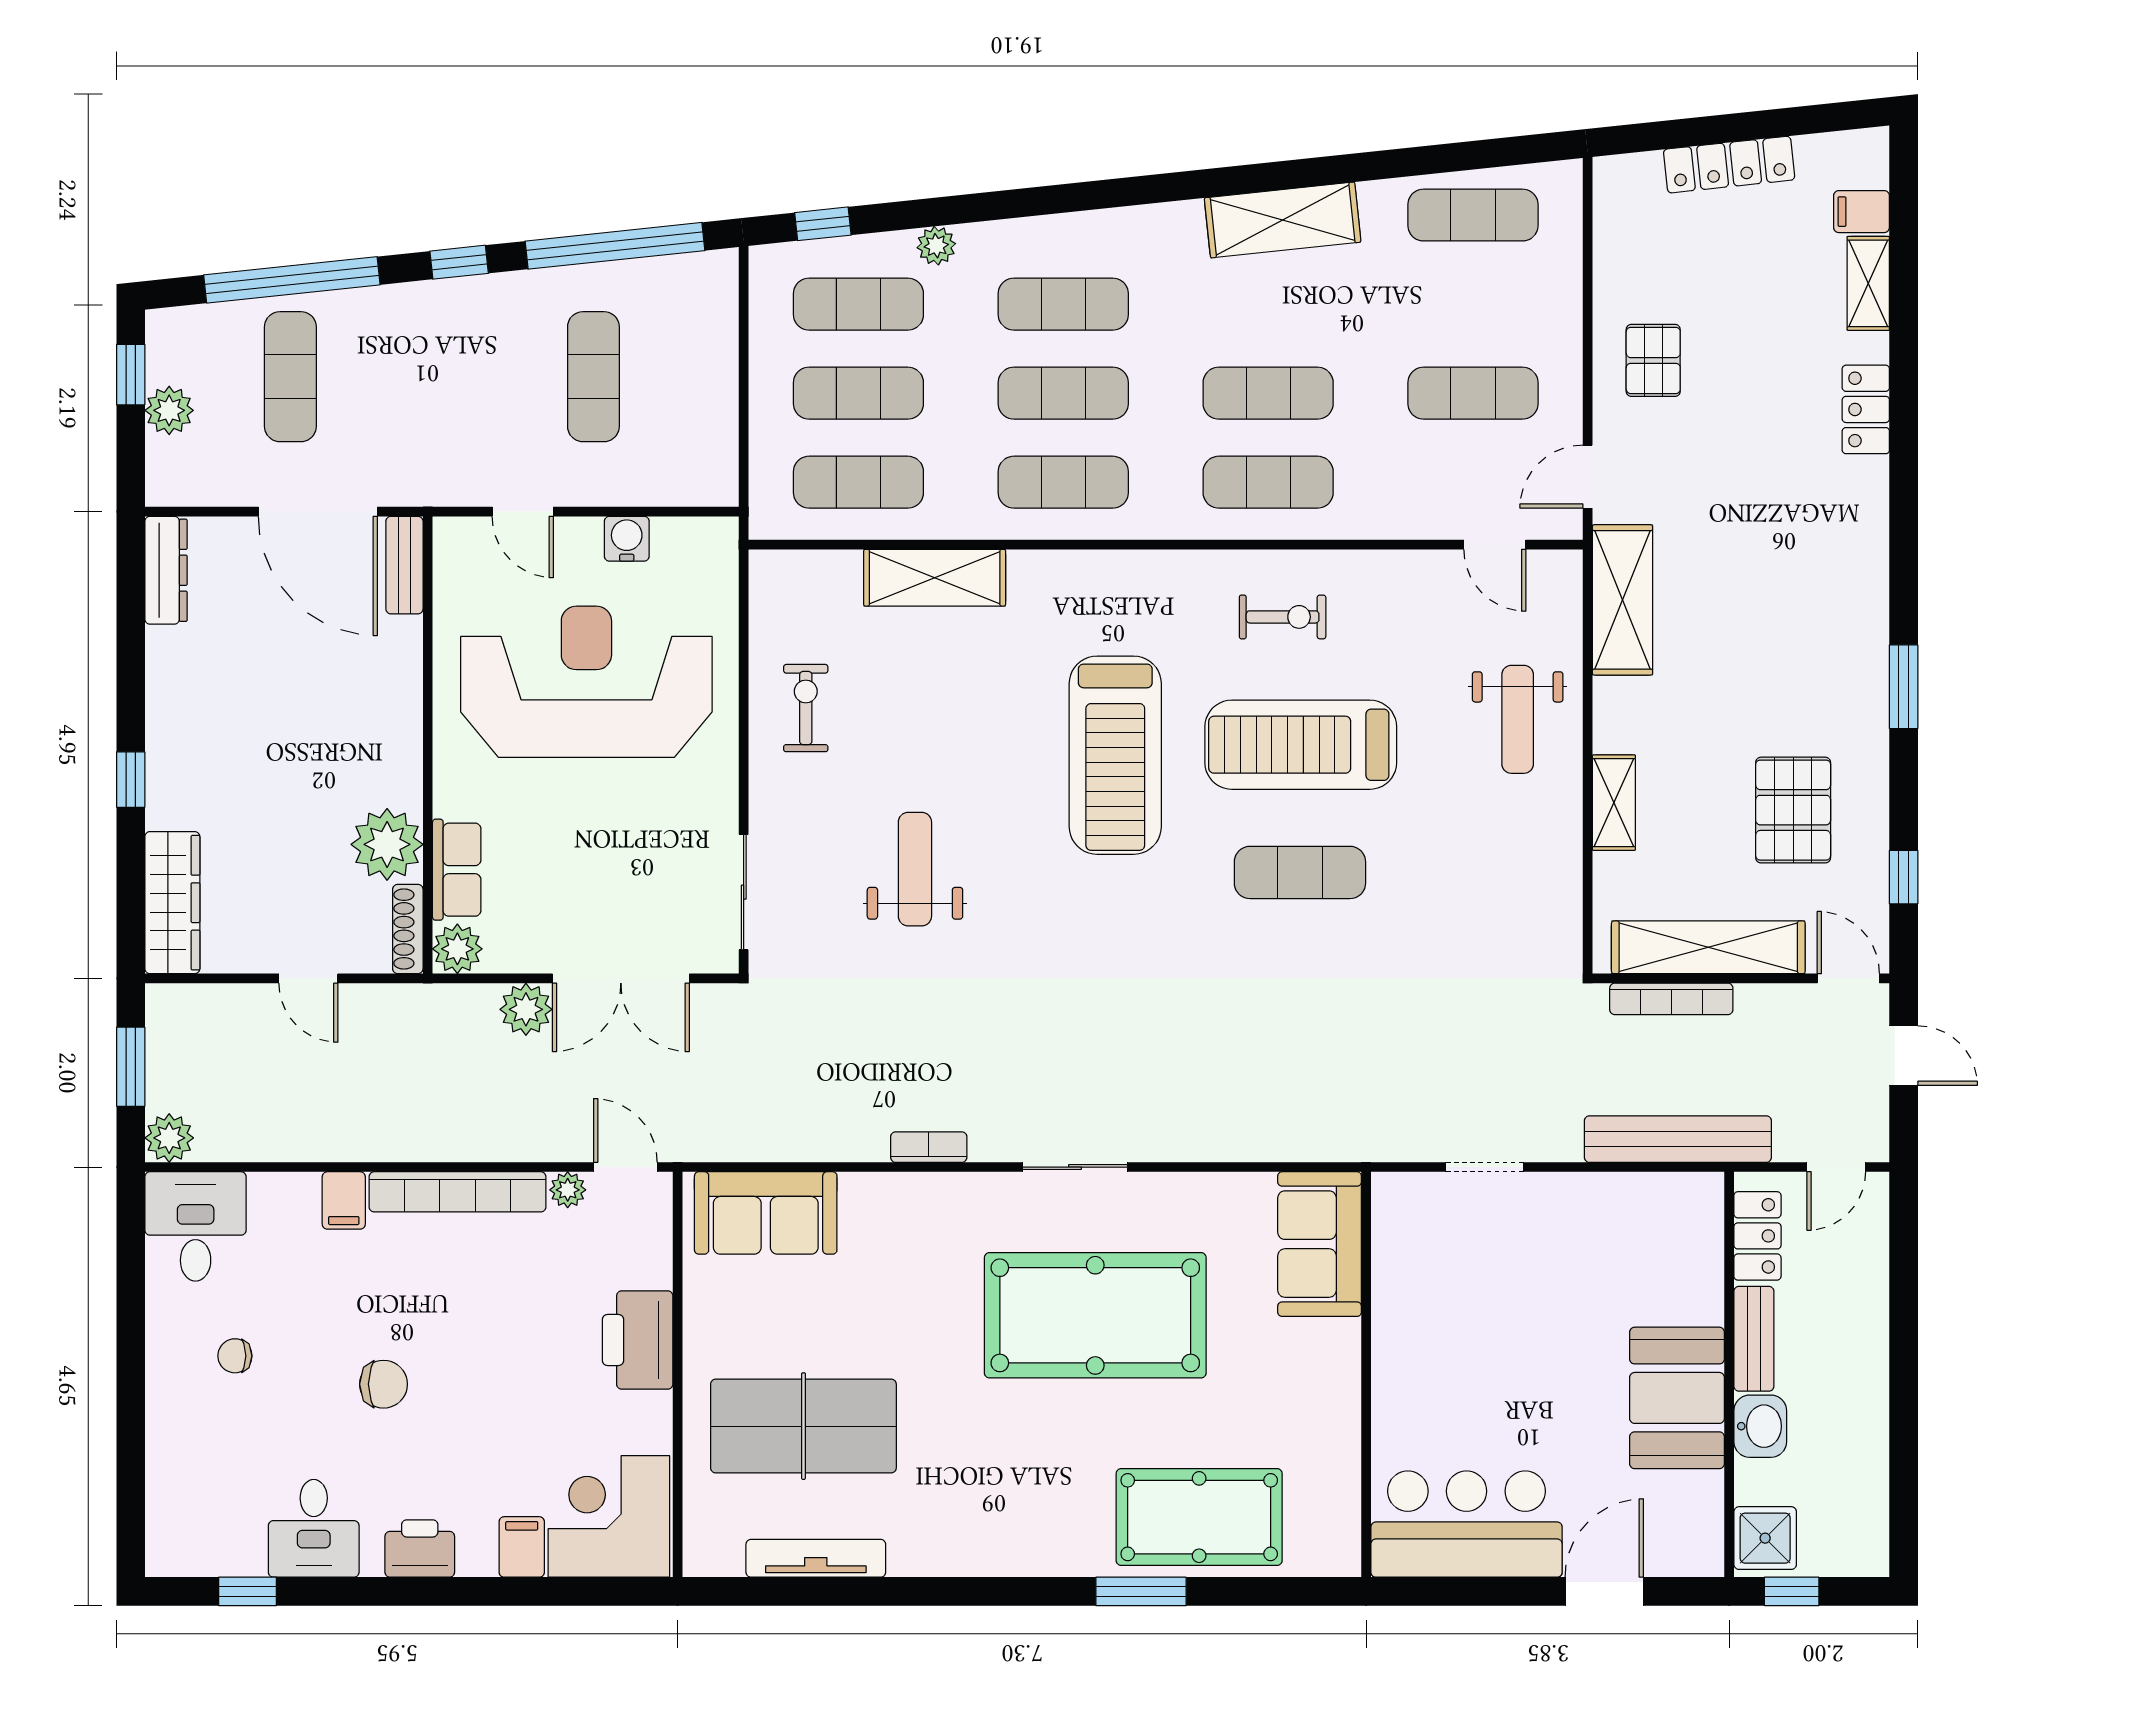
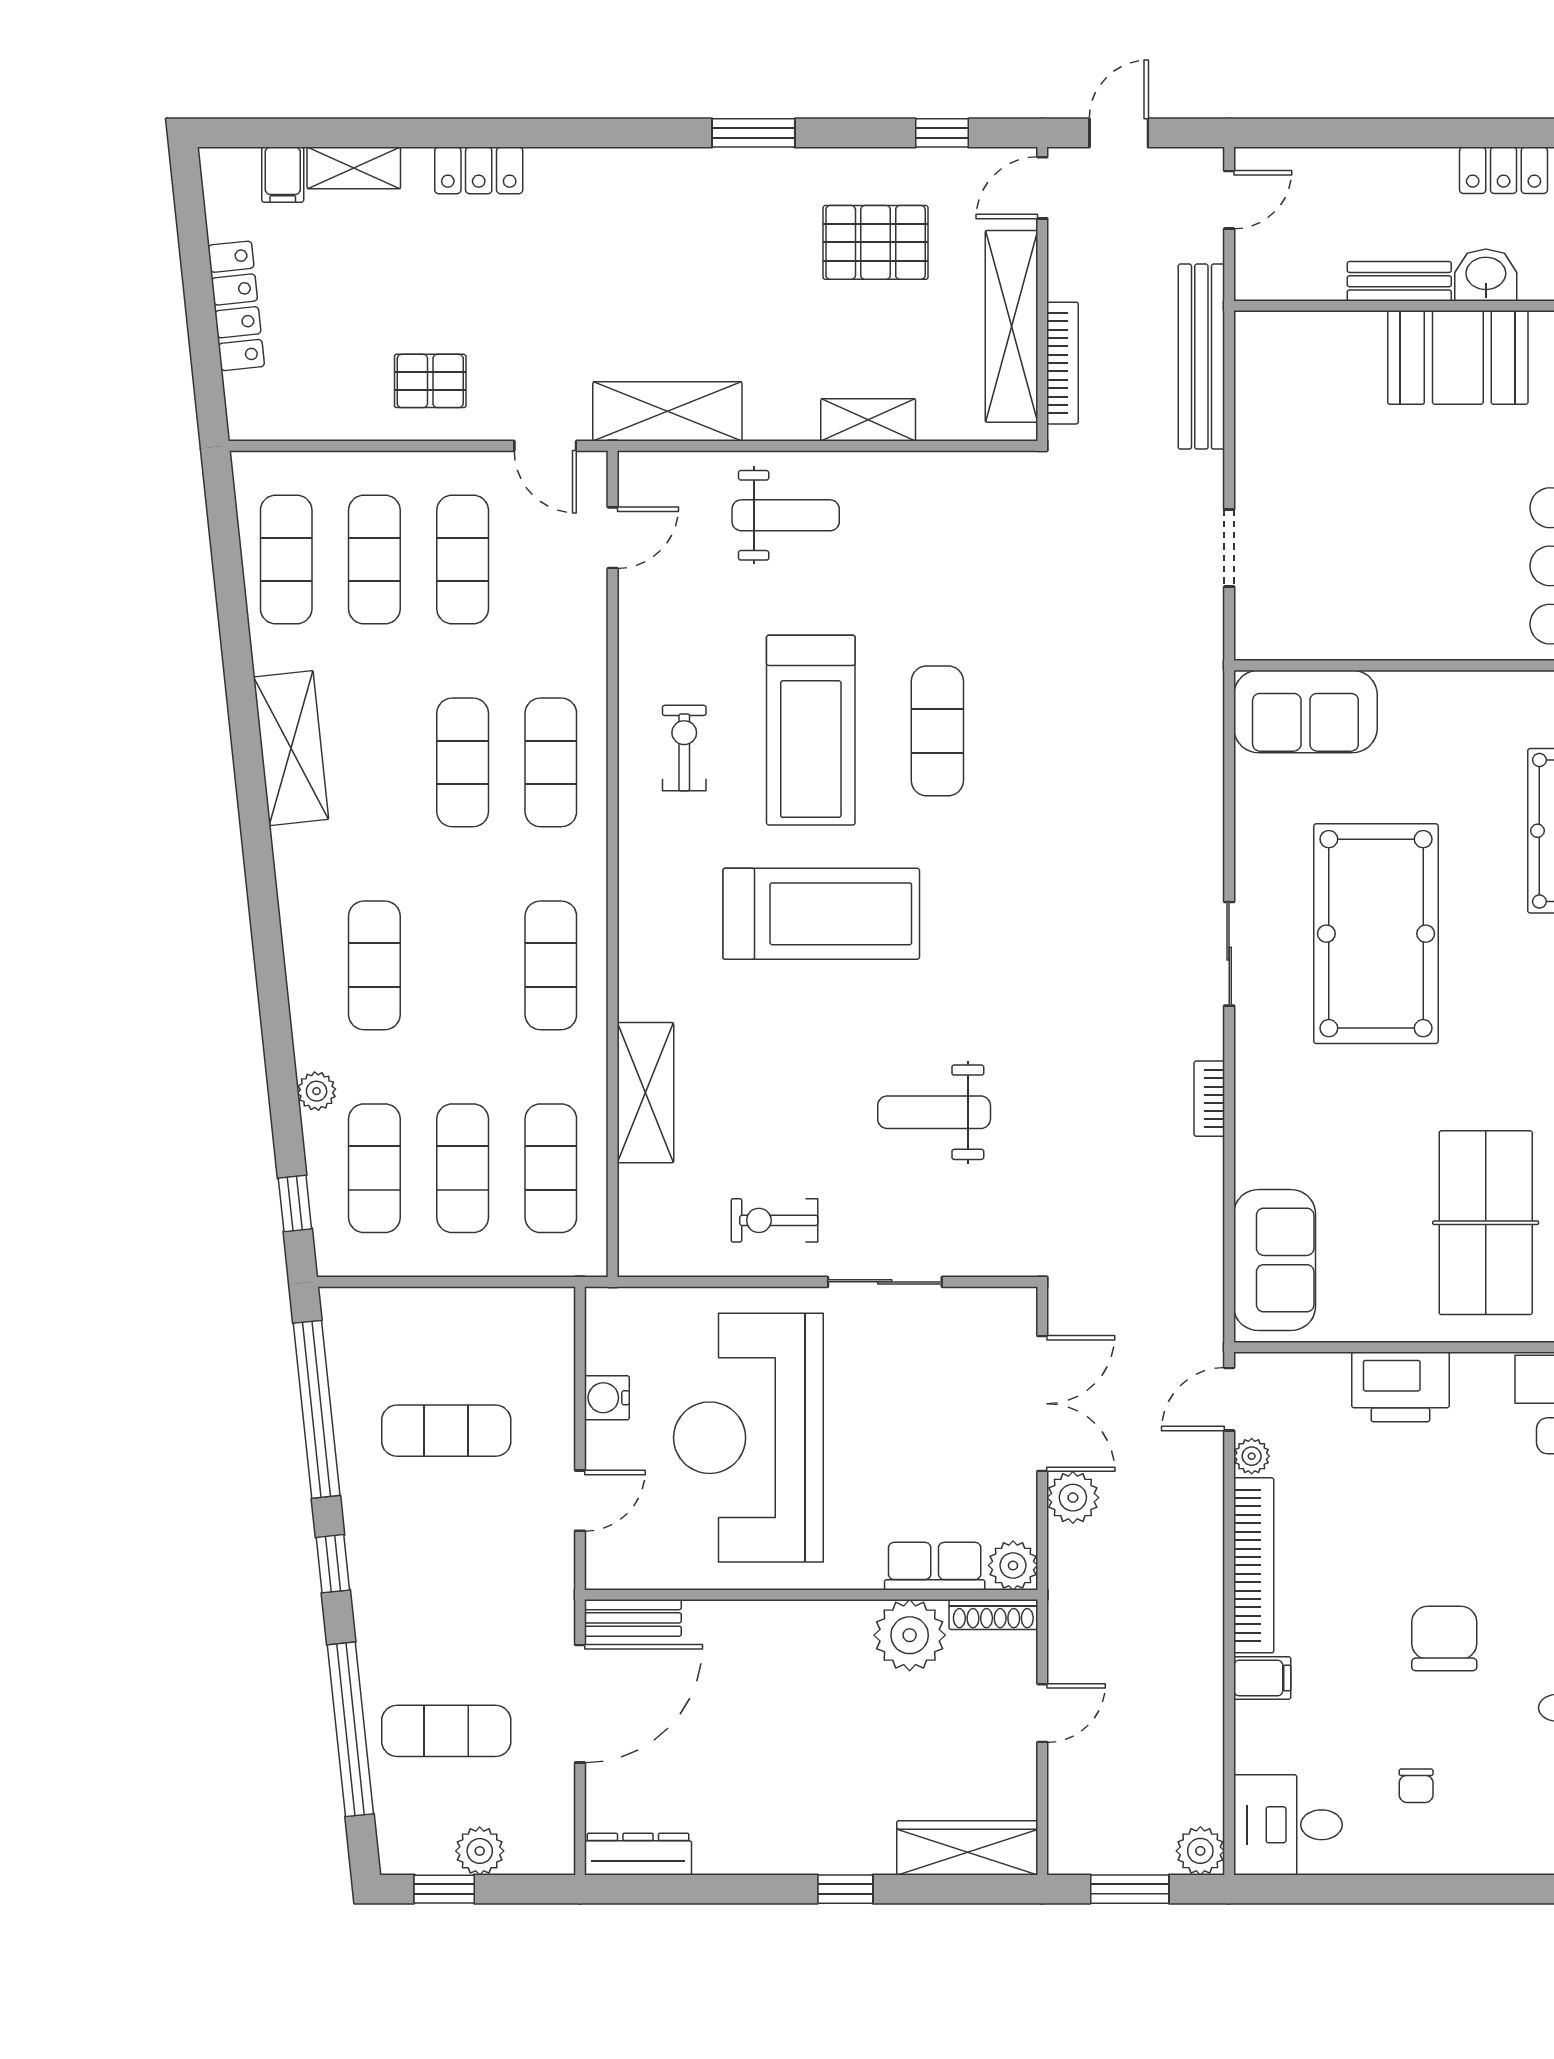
exercise mat: (1063, 393) -> (374, 560), moved
sliding door: (744, 892) -> (885, 1282), moved
door: (1836, 1167) -> (1229, 200), hinge flipped
locker: (1757, 1236) -> (1504, 170), moved, turned 180
chair: (384, 1384) -> (1444, 1639), width x1.37, depth x1.37

